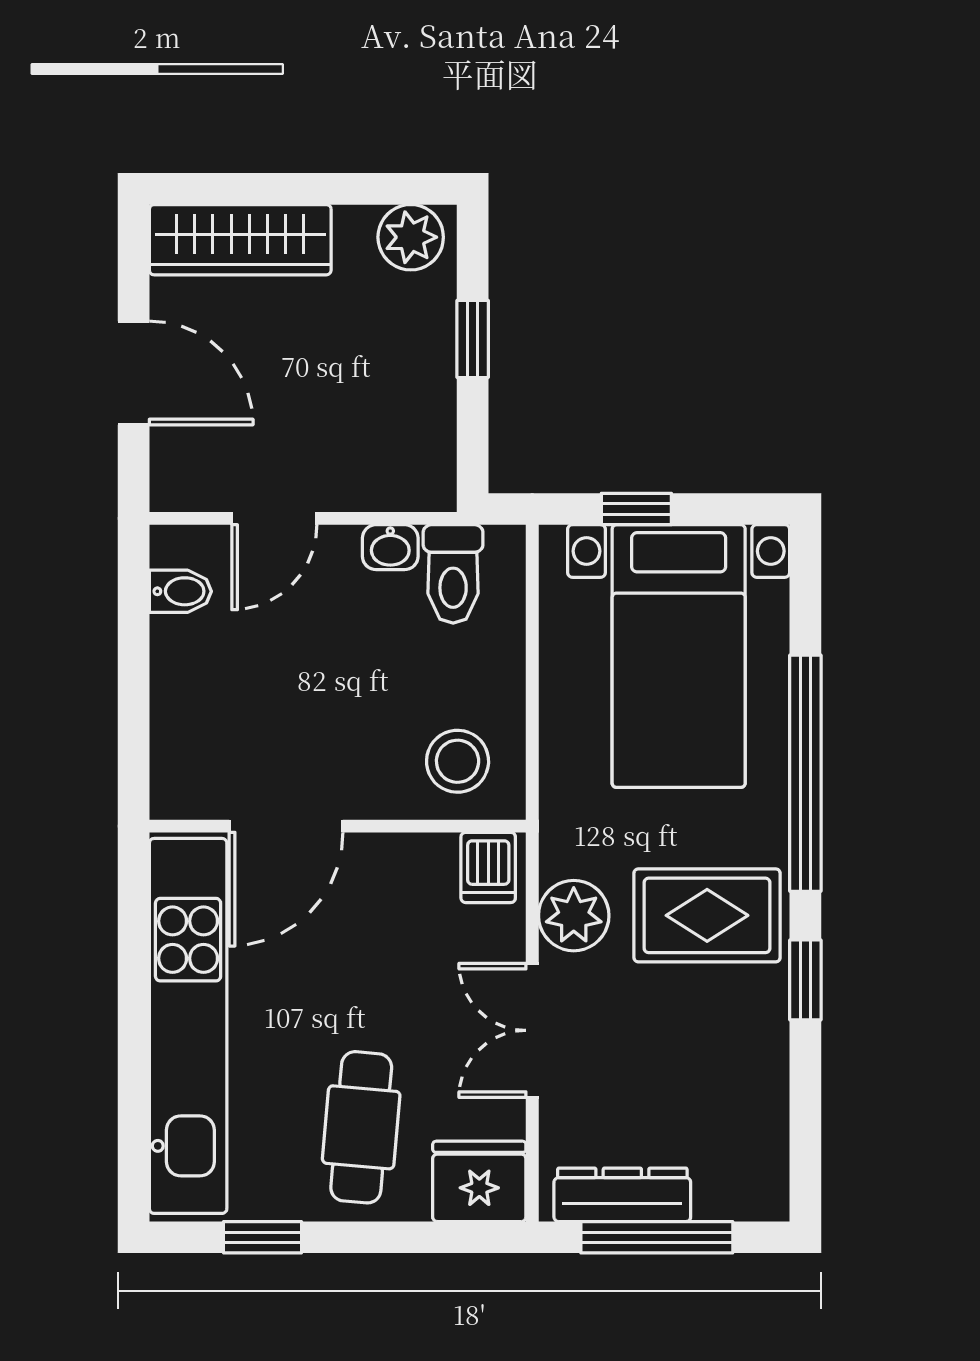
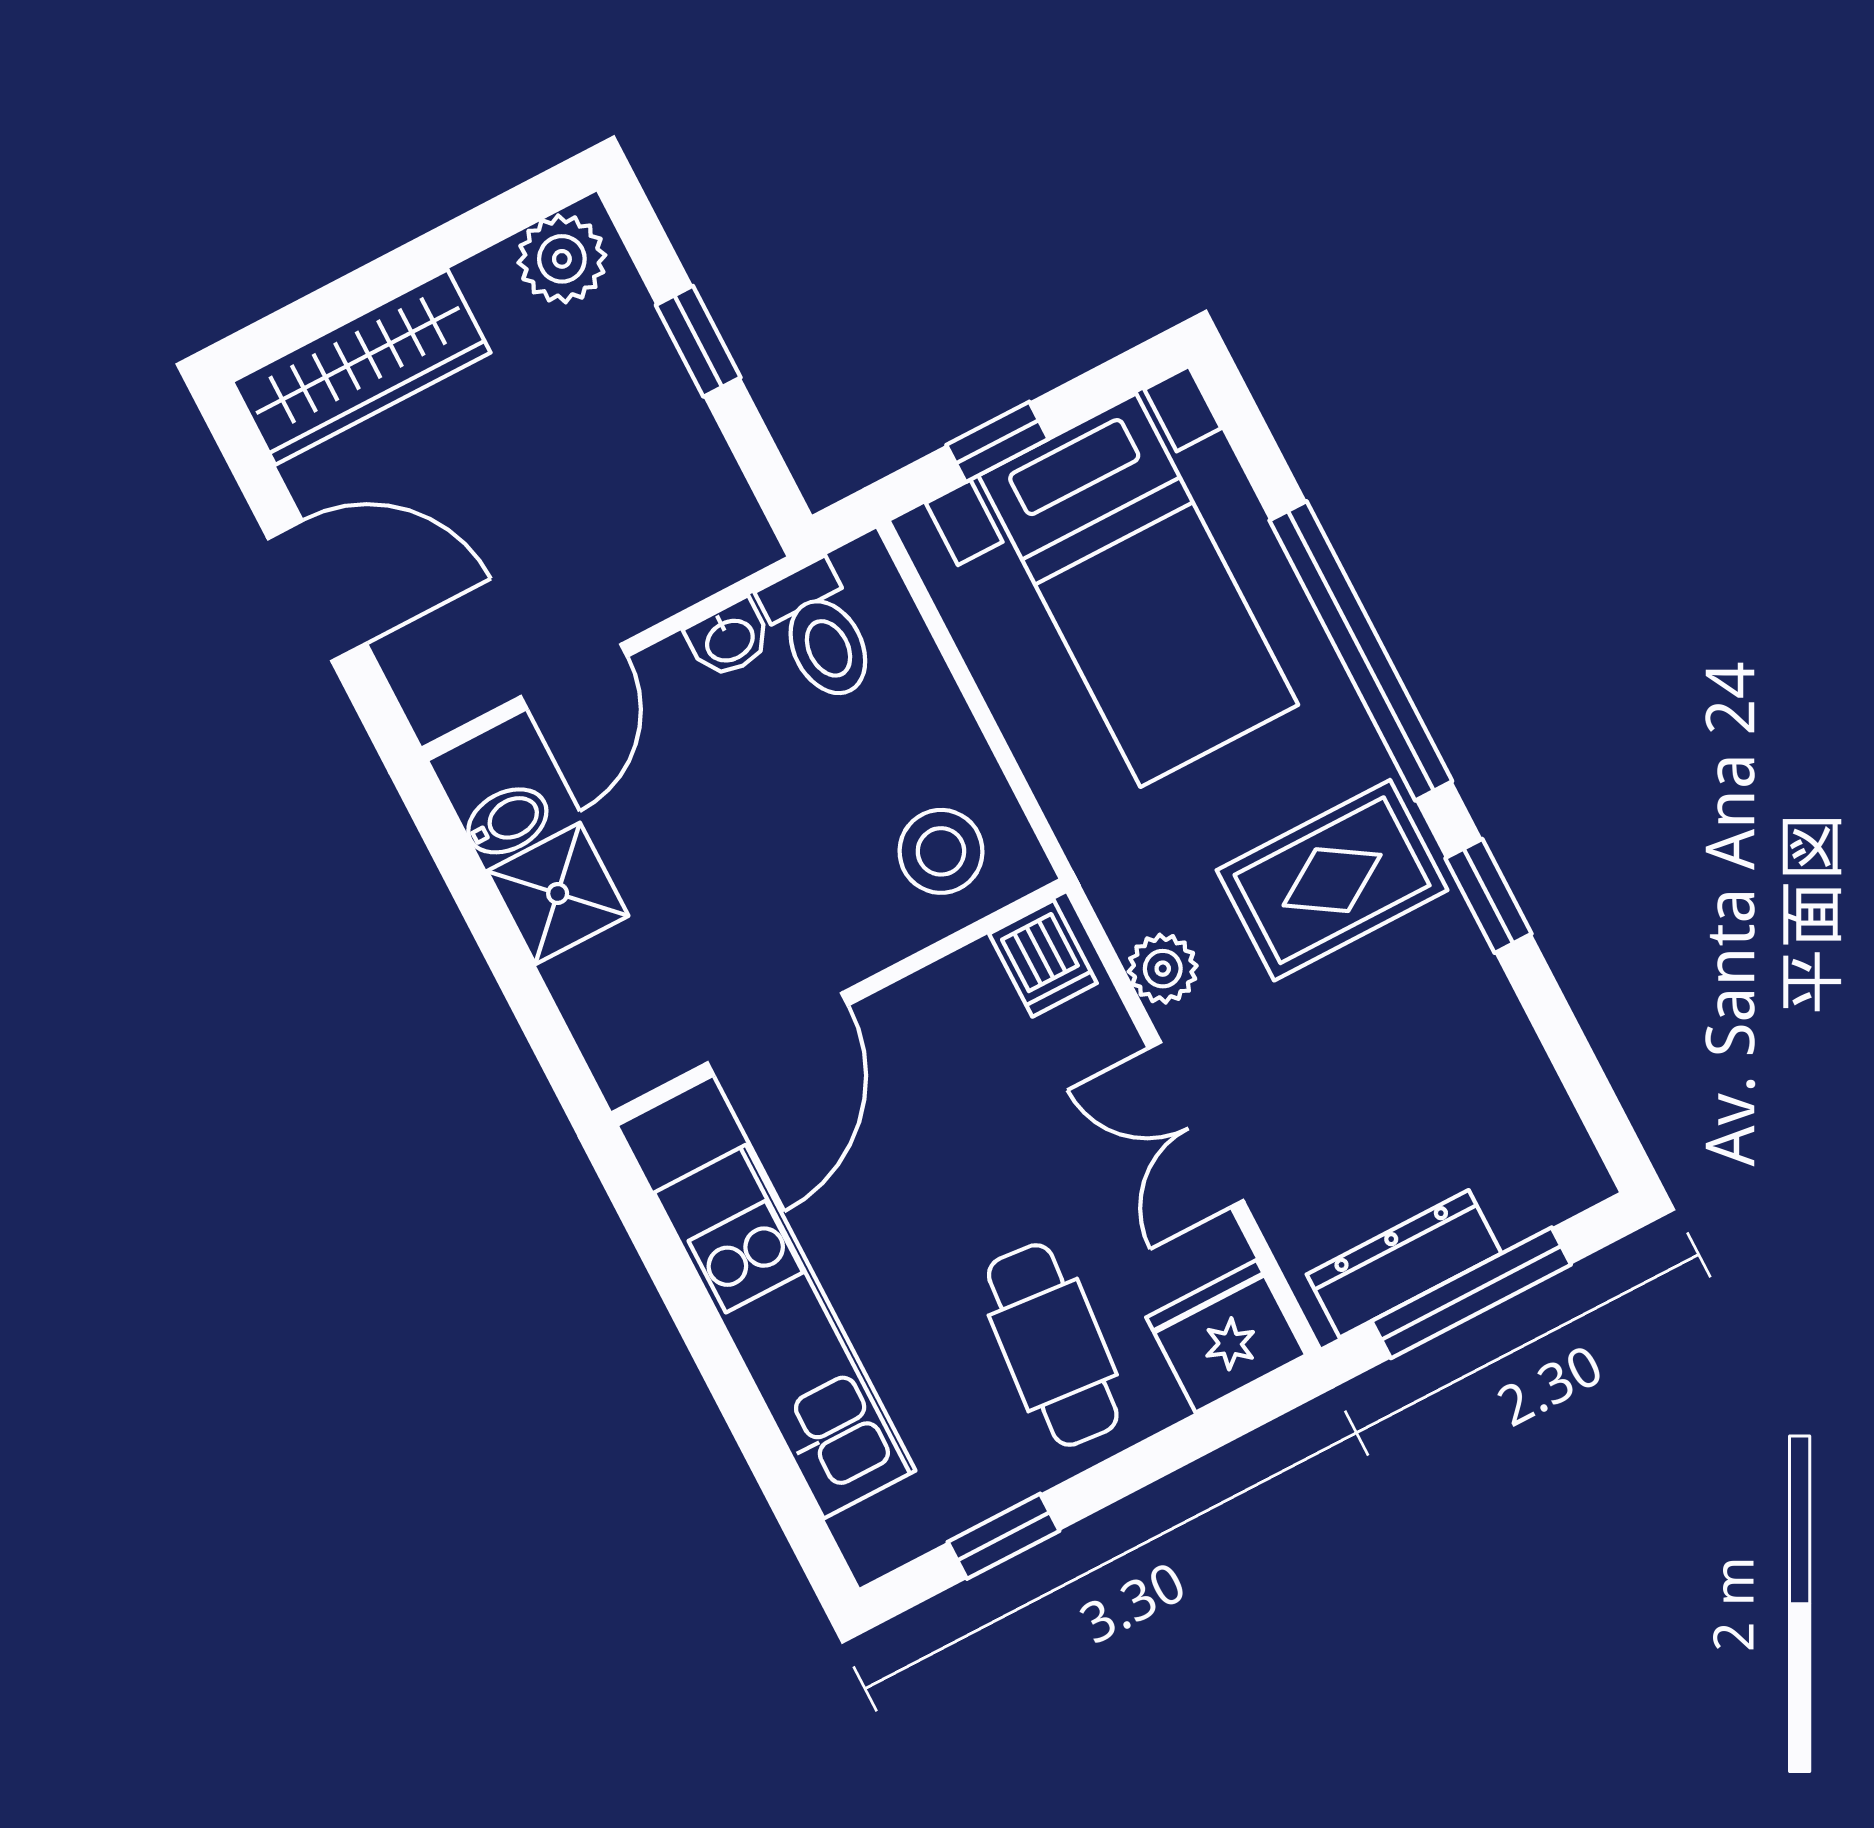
shower: (189, 657) -> (558, 893), added
plant: (574, 916) -> (1163, 969), width x0.73, depth x0.73
kitchen unit: (188, 1026) -> (785, 1332), width x0.73

